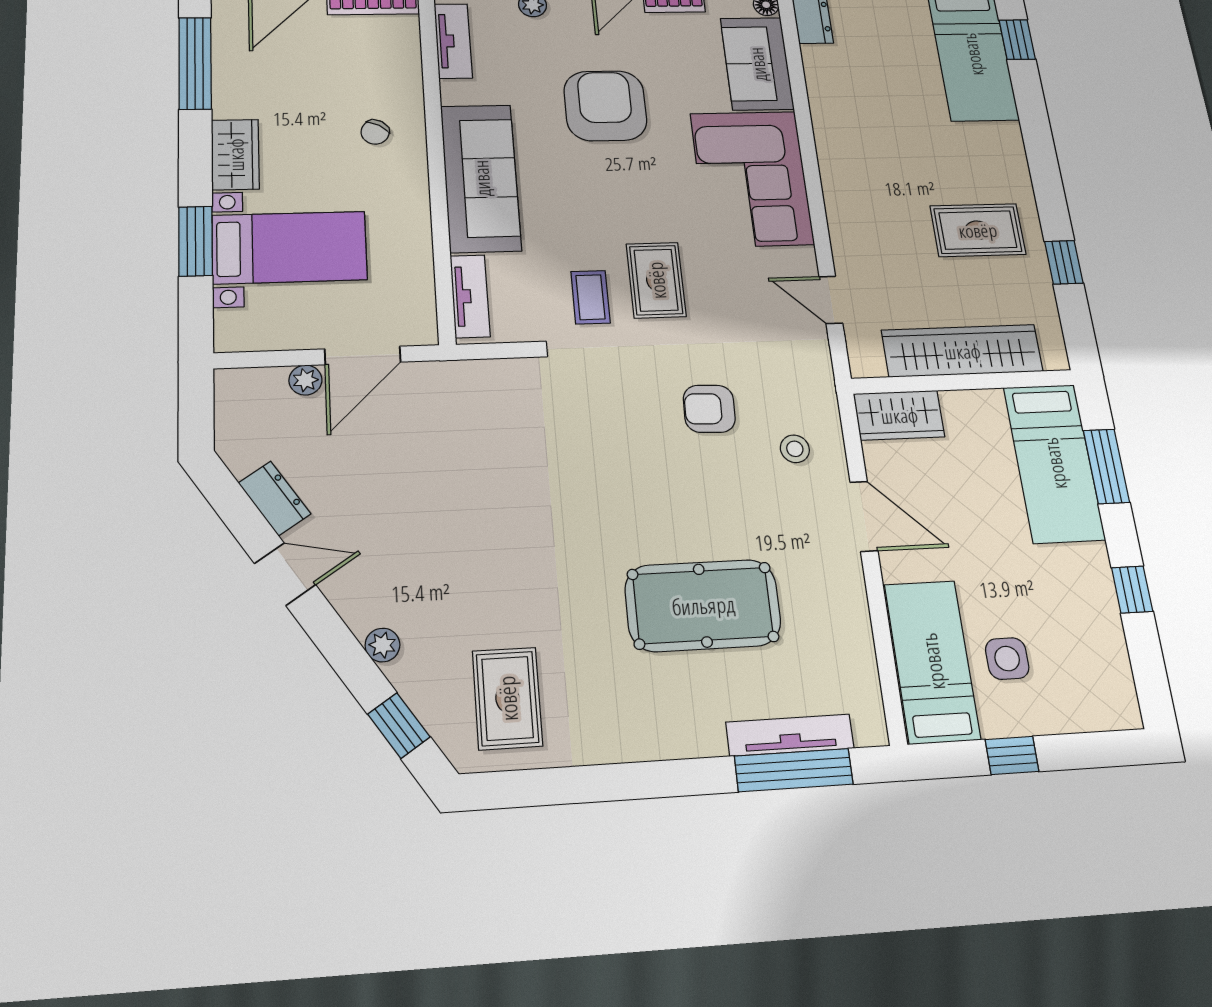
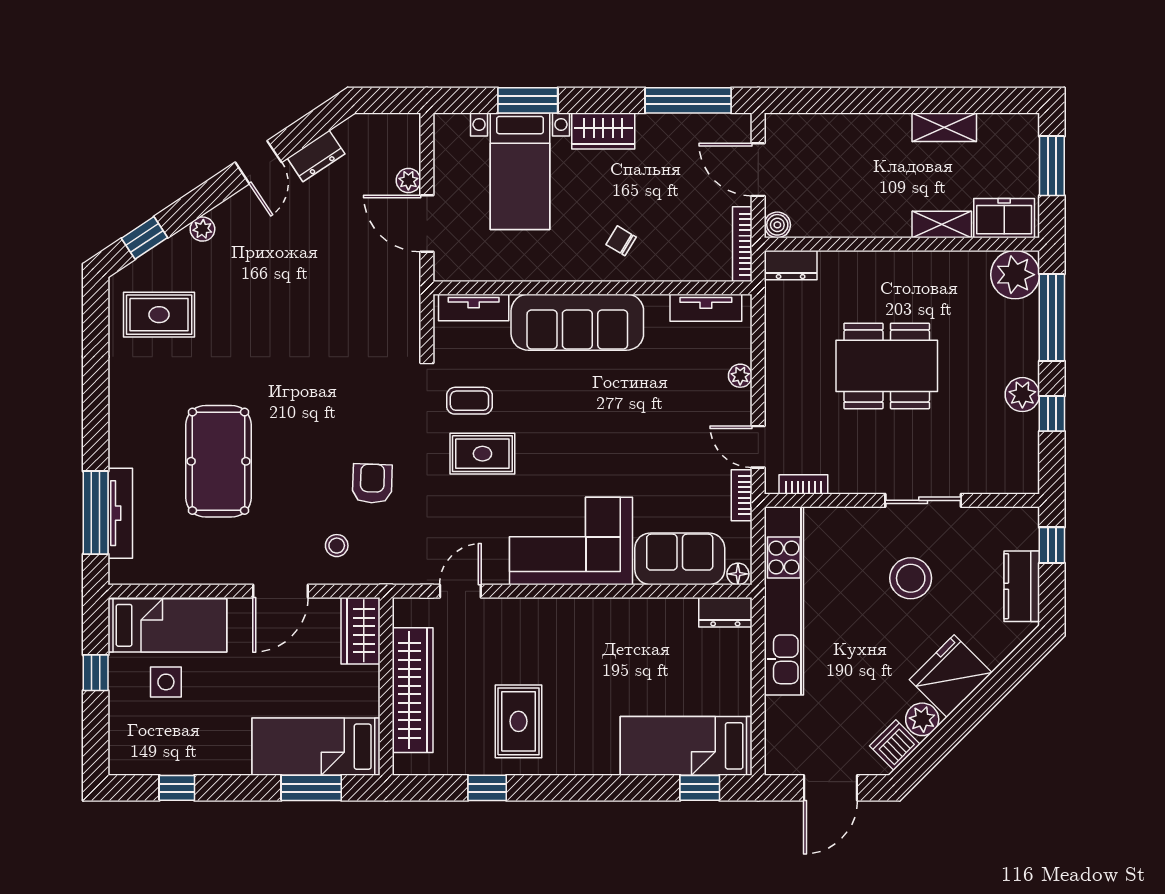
armchair: (605, 106) -> (642, 428), removed
window: (1132, 590) -> (177, 788), moved

